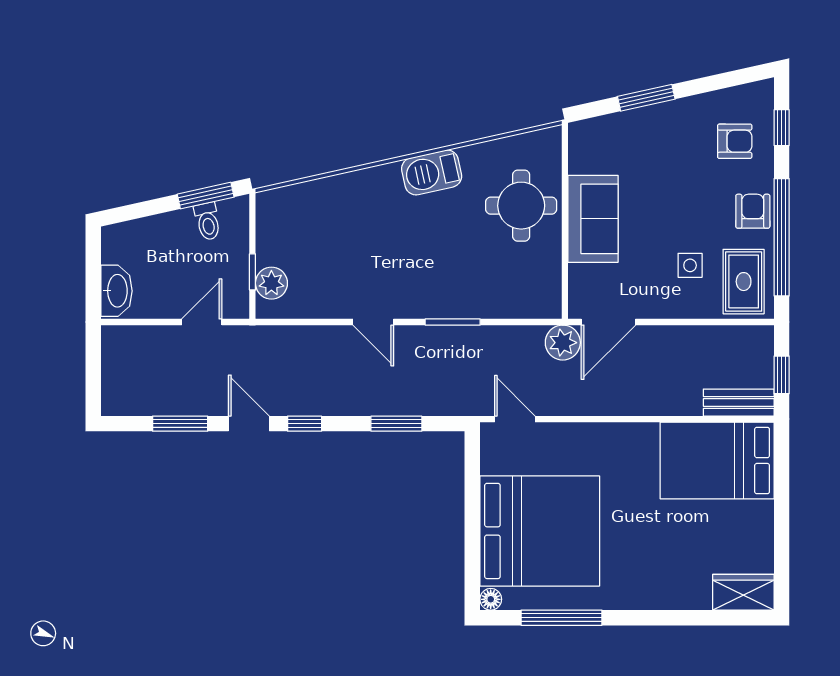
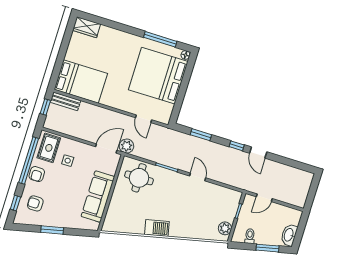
window: (646, 98) -> (52, 230), moved
window: (206, 196) -> (267, 248), moved
round table: (521, 206) -> (139, 178), moved
sofa: (593, 219) -> (98, 197), width x1.36
plant: (271, 283) -> (225, 228), moved
washbasin: (116, 291) -> (289, 235), moved
door: (515, 419) -> (144, 119), moved
window: (180, 424) -> (285, 161), removed

